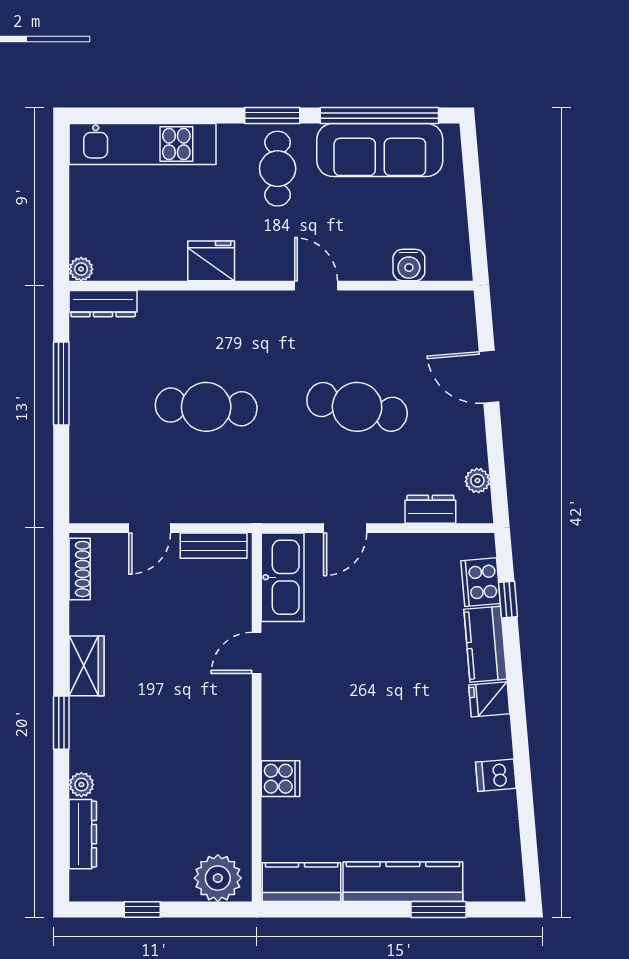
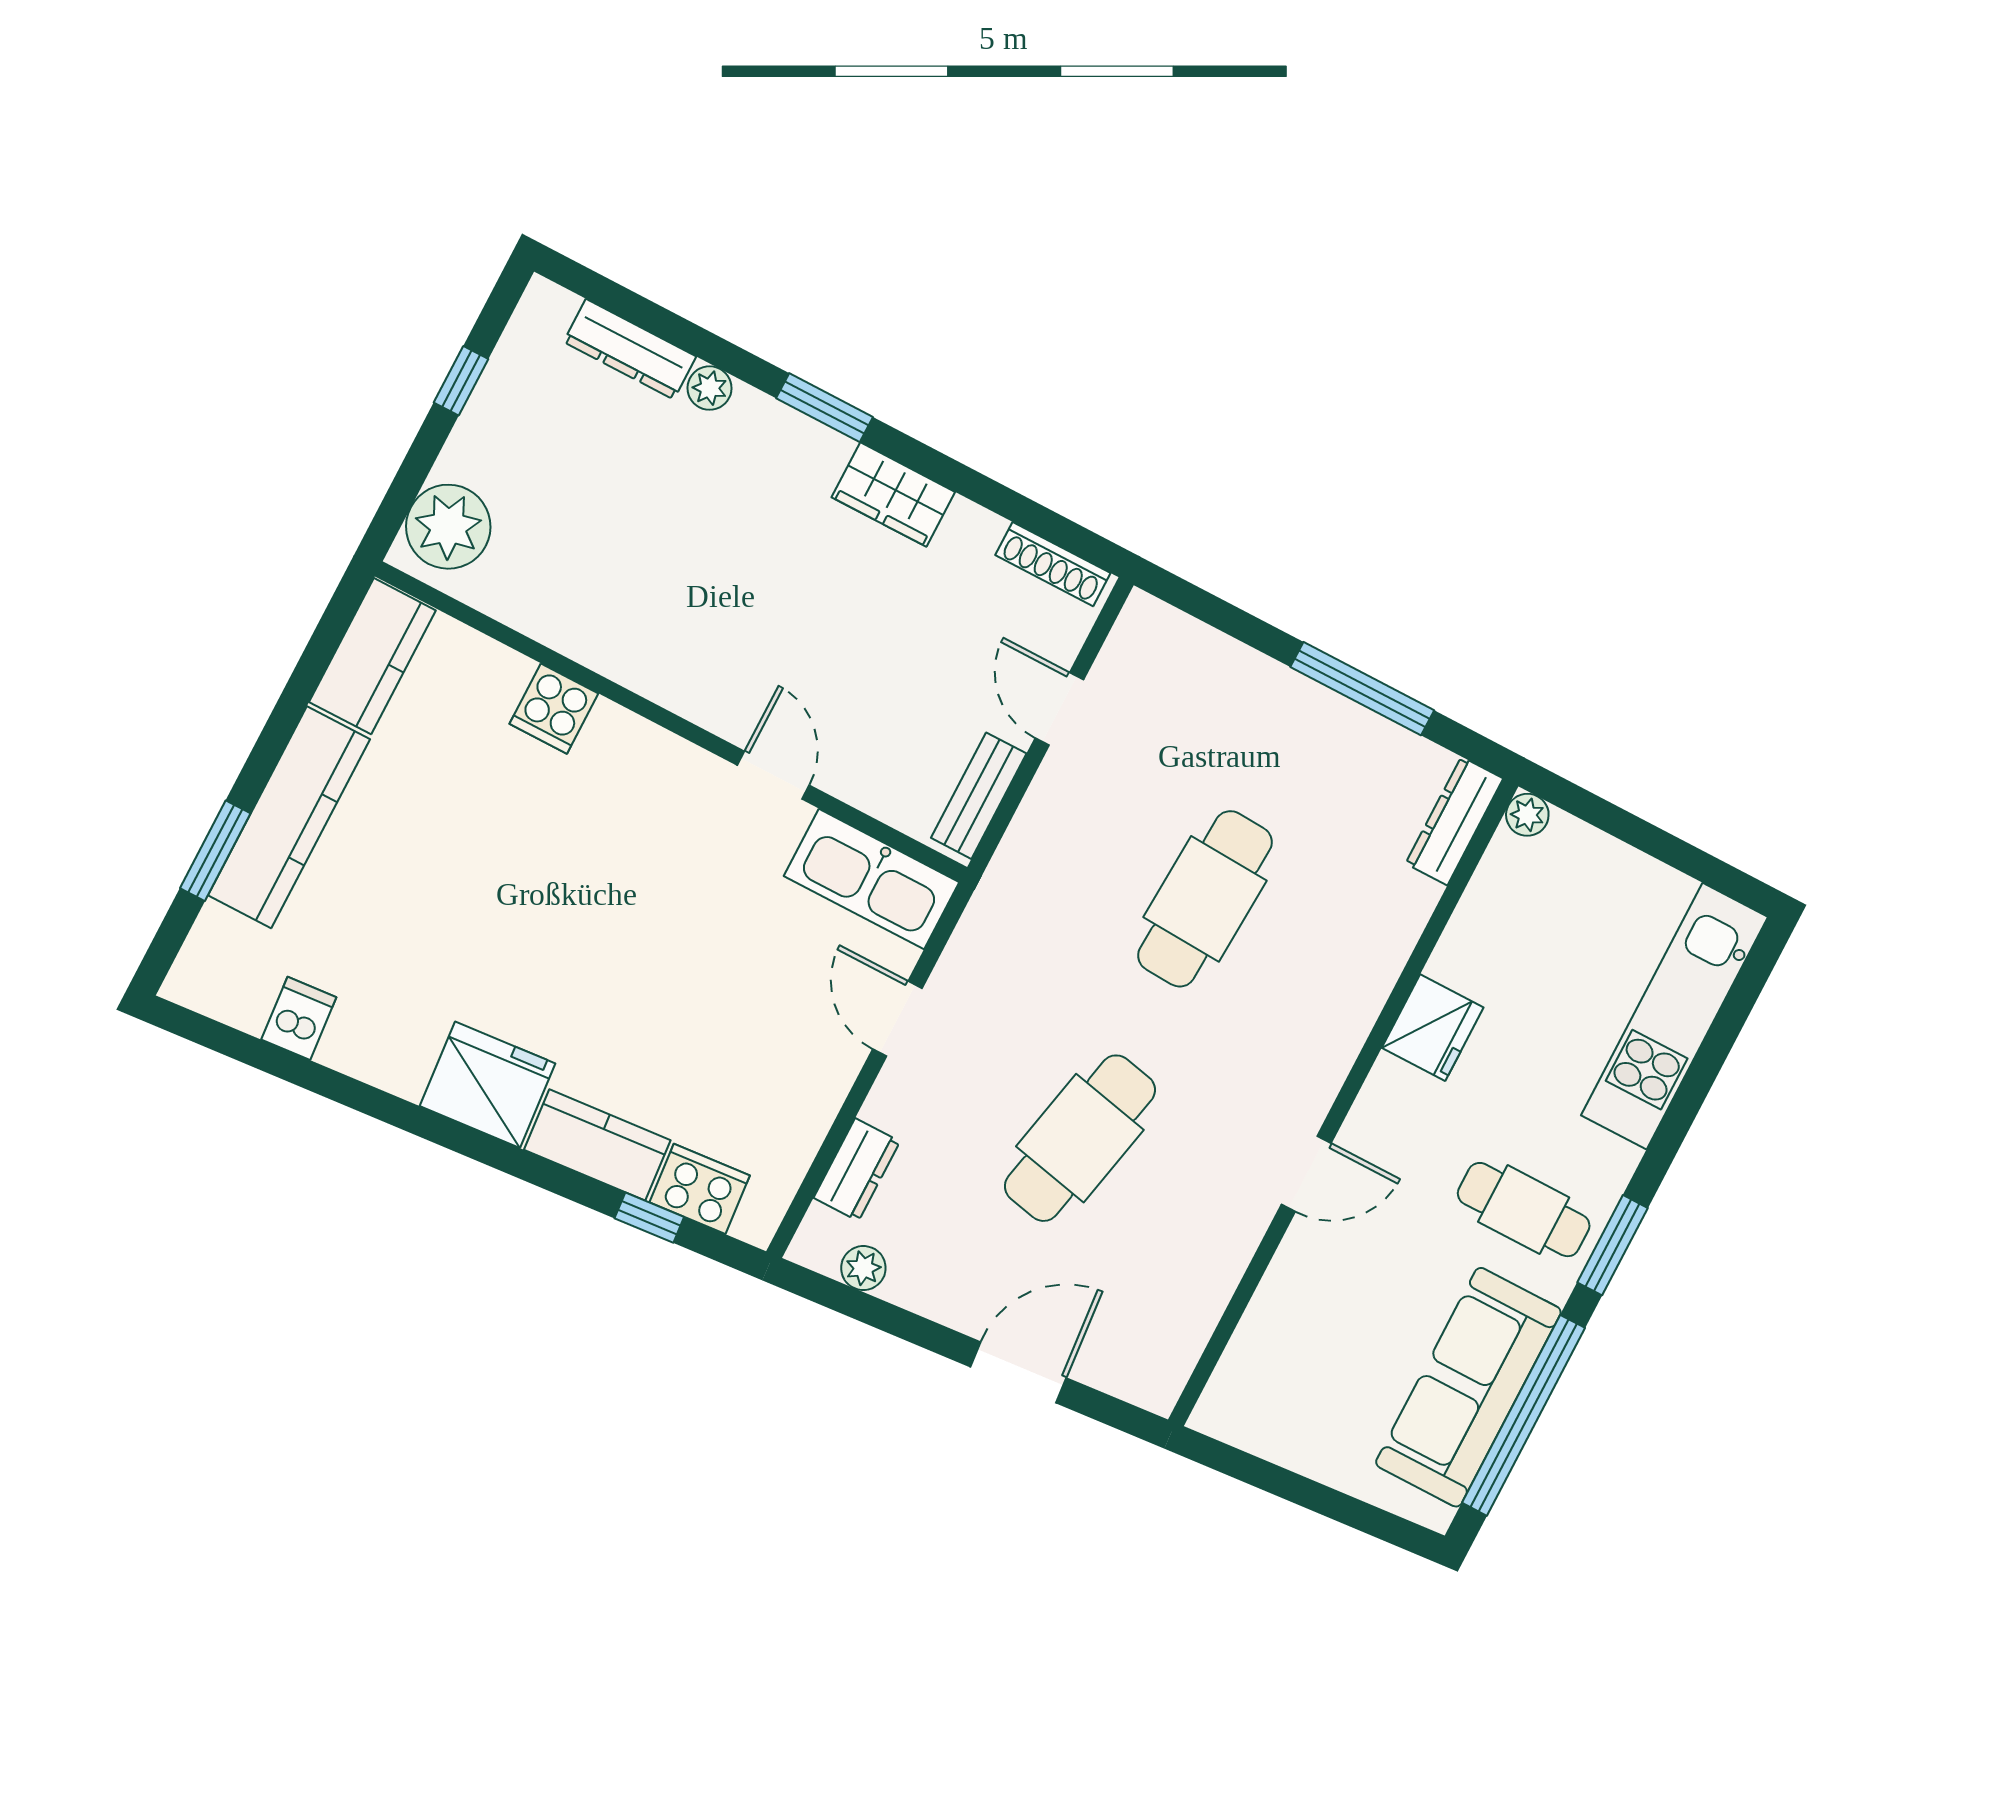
water cooler: (409, 265) -> (1262, 1338), removed
fridge: (489, 699) -> (487, 1085), width x1.88, depth x1.34
dishwasher: (496, 775) -> (299, 1018), moved

